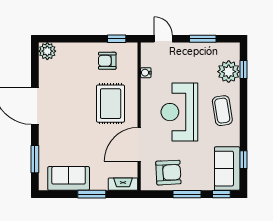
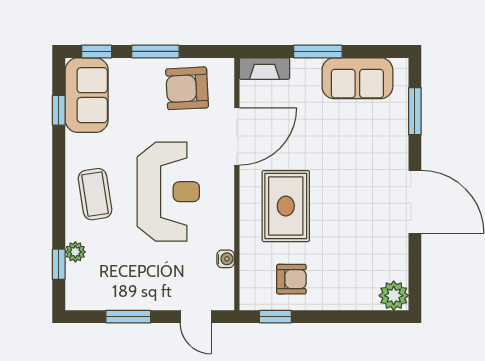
plant: (229, 72) -> (75, 252), width x0.53, depth x0.53

